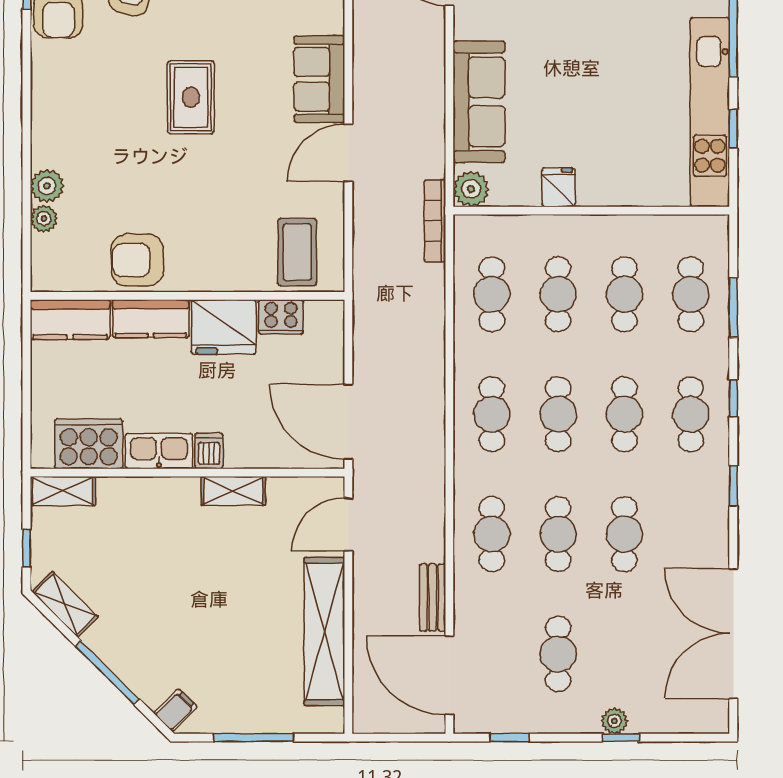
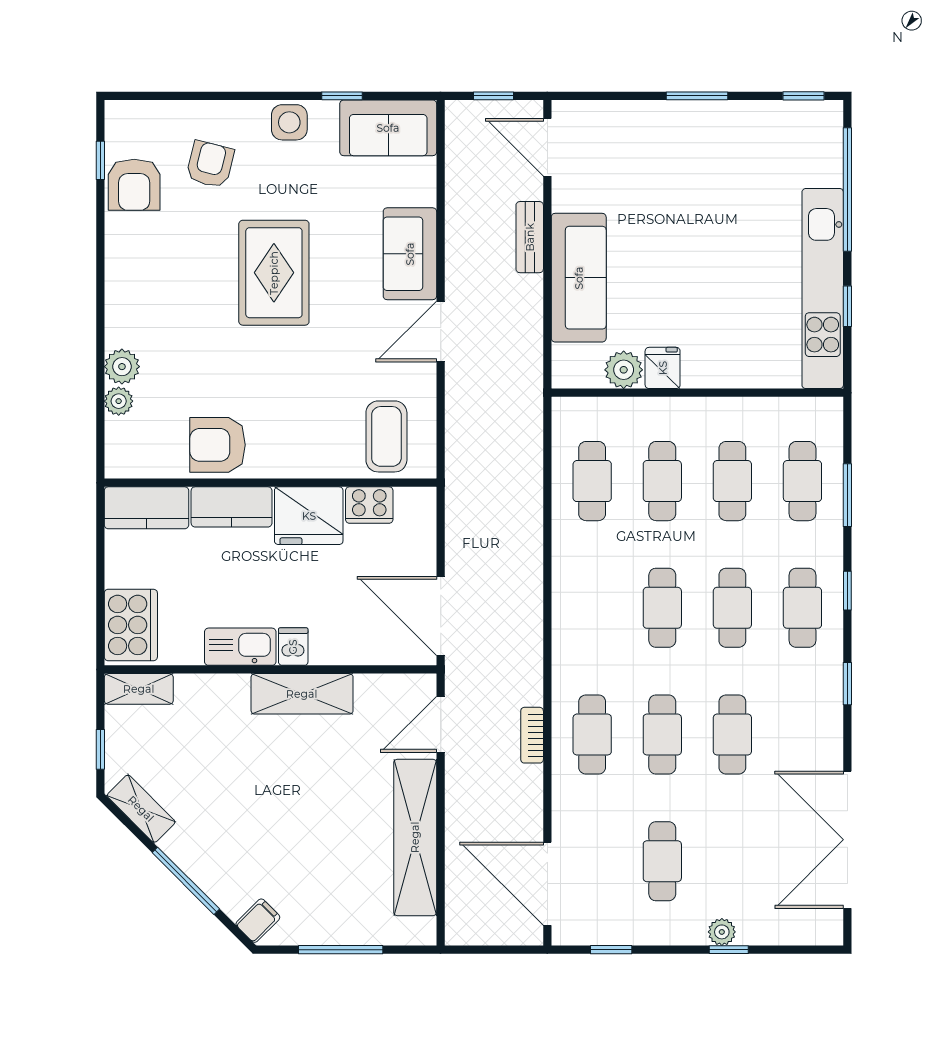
rug: (191, 97) -> (274, 273), width x1.36, depth x1.43
plant: (471, 189) -> (624, 370), moved
bookcase: (435, 221) -> (532, 735), moved, width x0.64
cafe table: (492, 414) -> (592, 608), removed
cooker: (89, 444) -> (131, 625), moved, turned 90
shelving: (233, 491) -> (302, 694), width x1.50, depth x1.33
bench: (433, 597) -> (530, 237), moved

